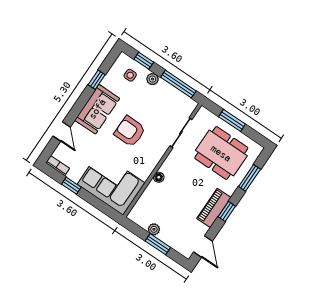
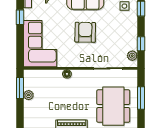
plant: (152, 79) -> (132, 56), moved
window: (178, 84) -> (141, 44), width x0.46
window: (158, 244) -> (20, 88), moved

